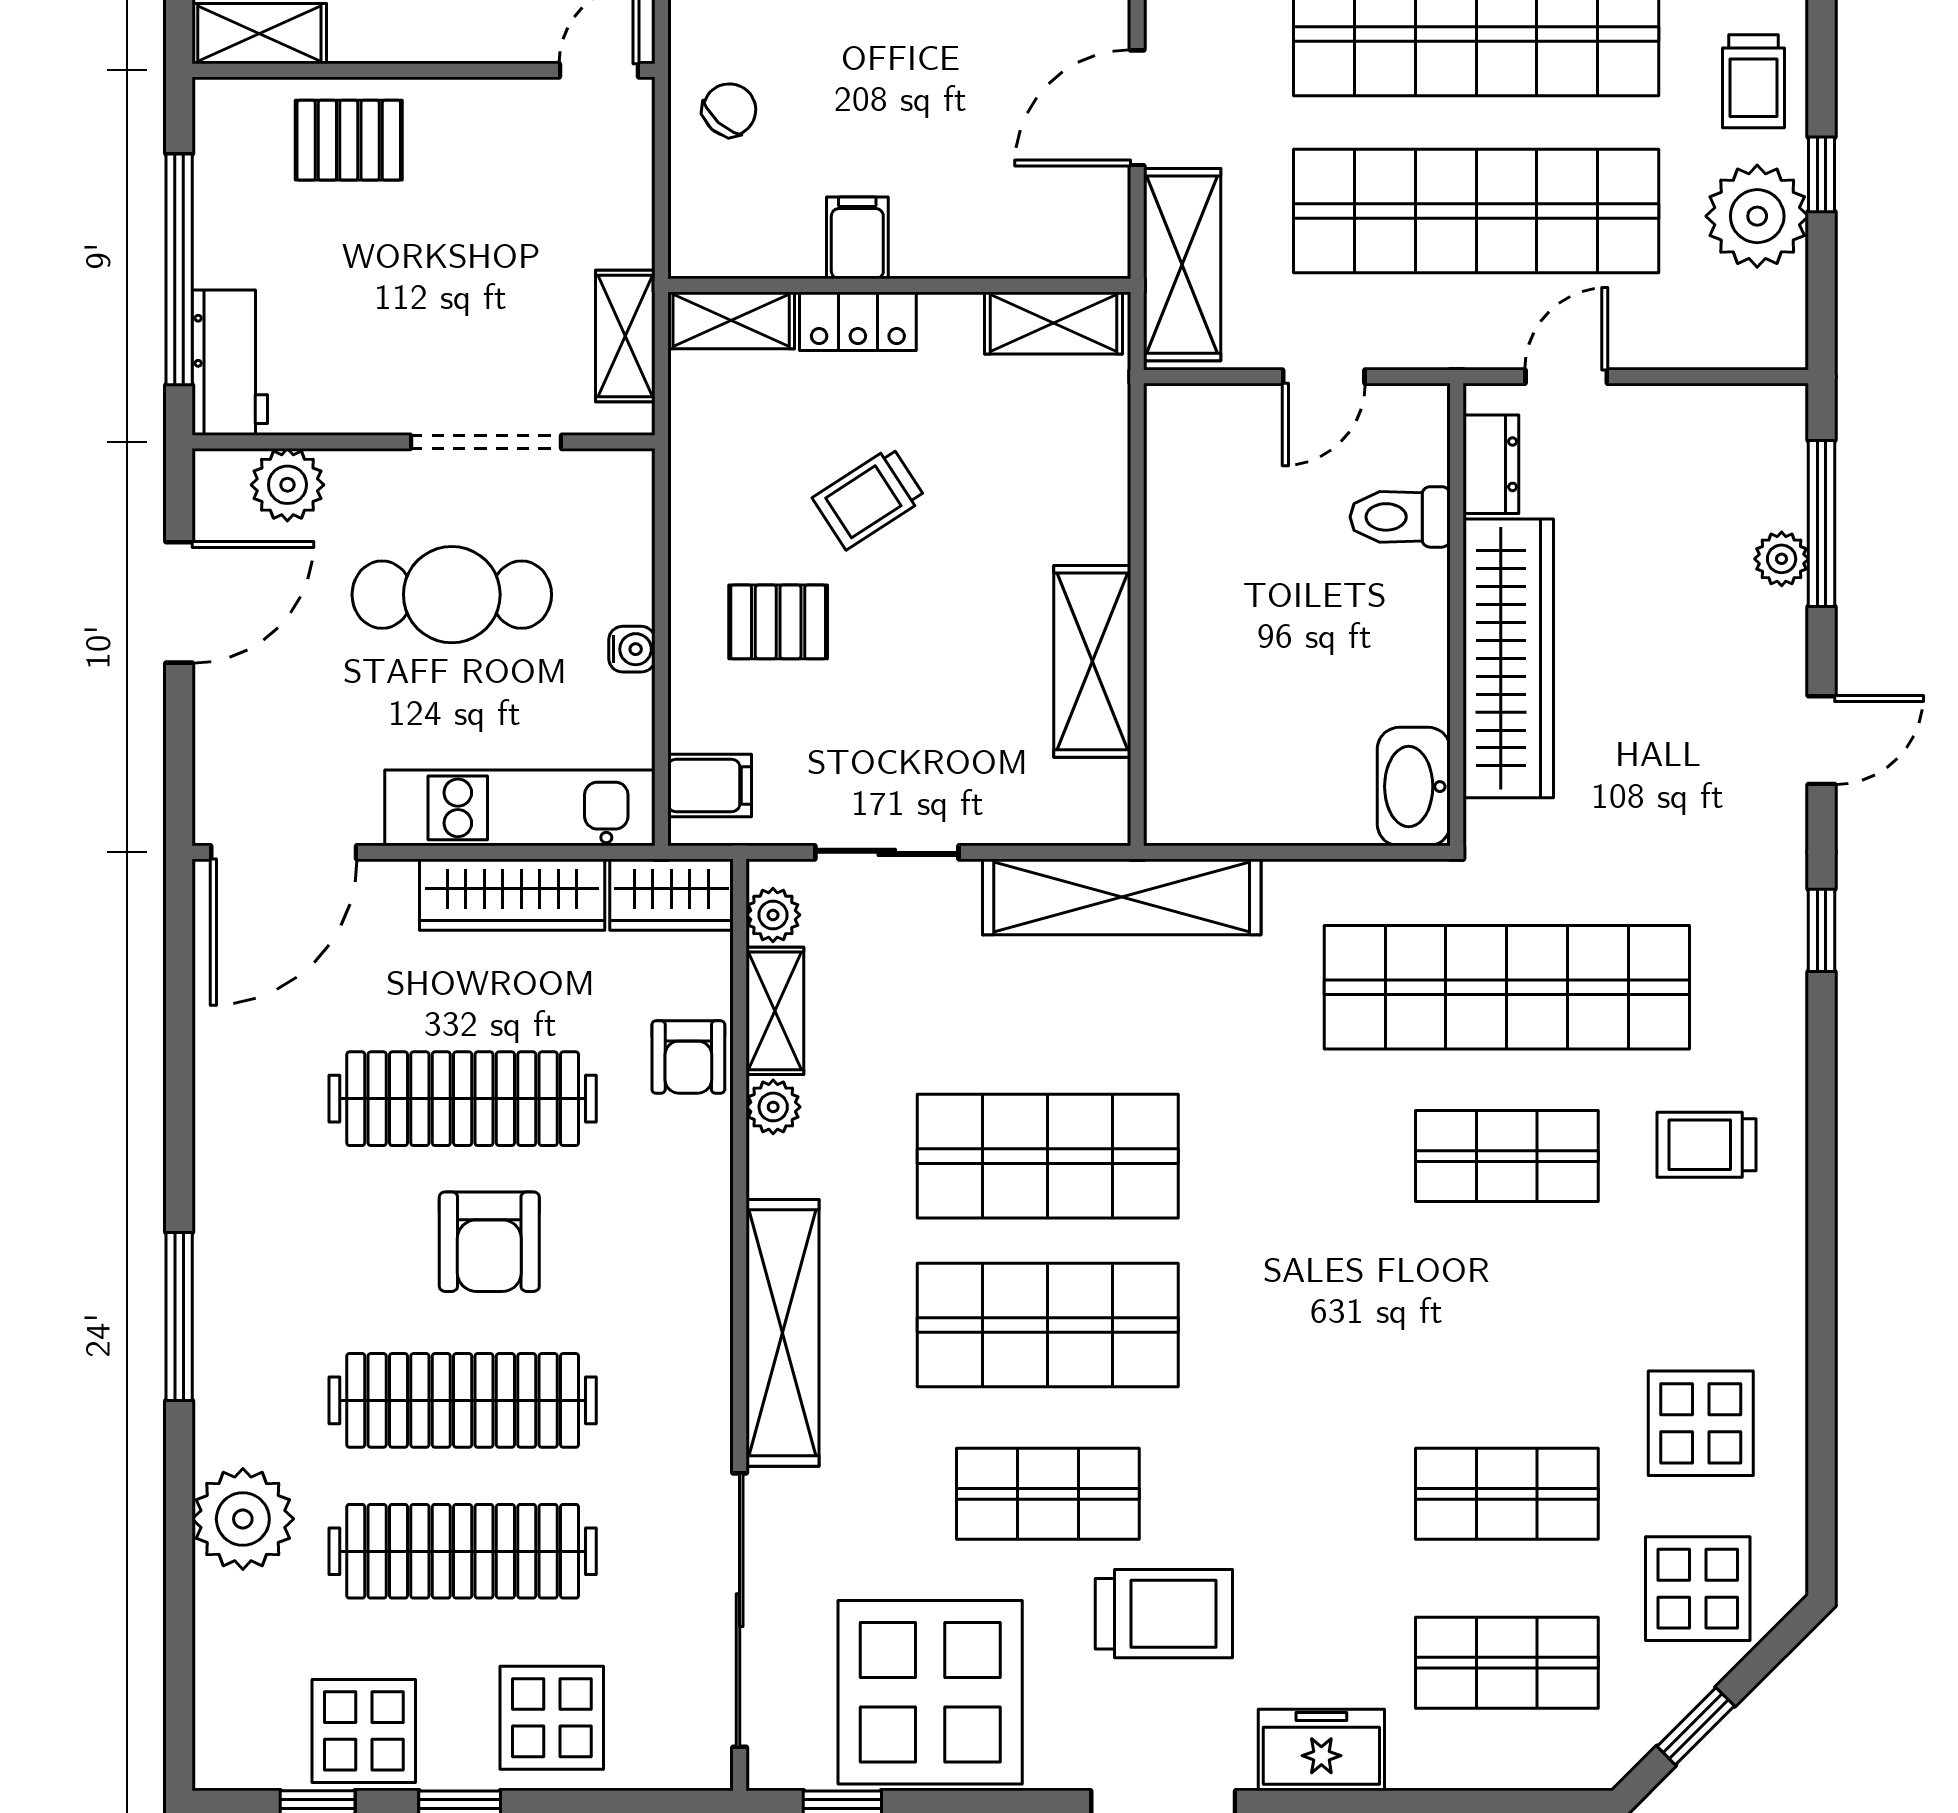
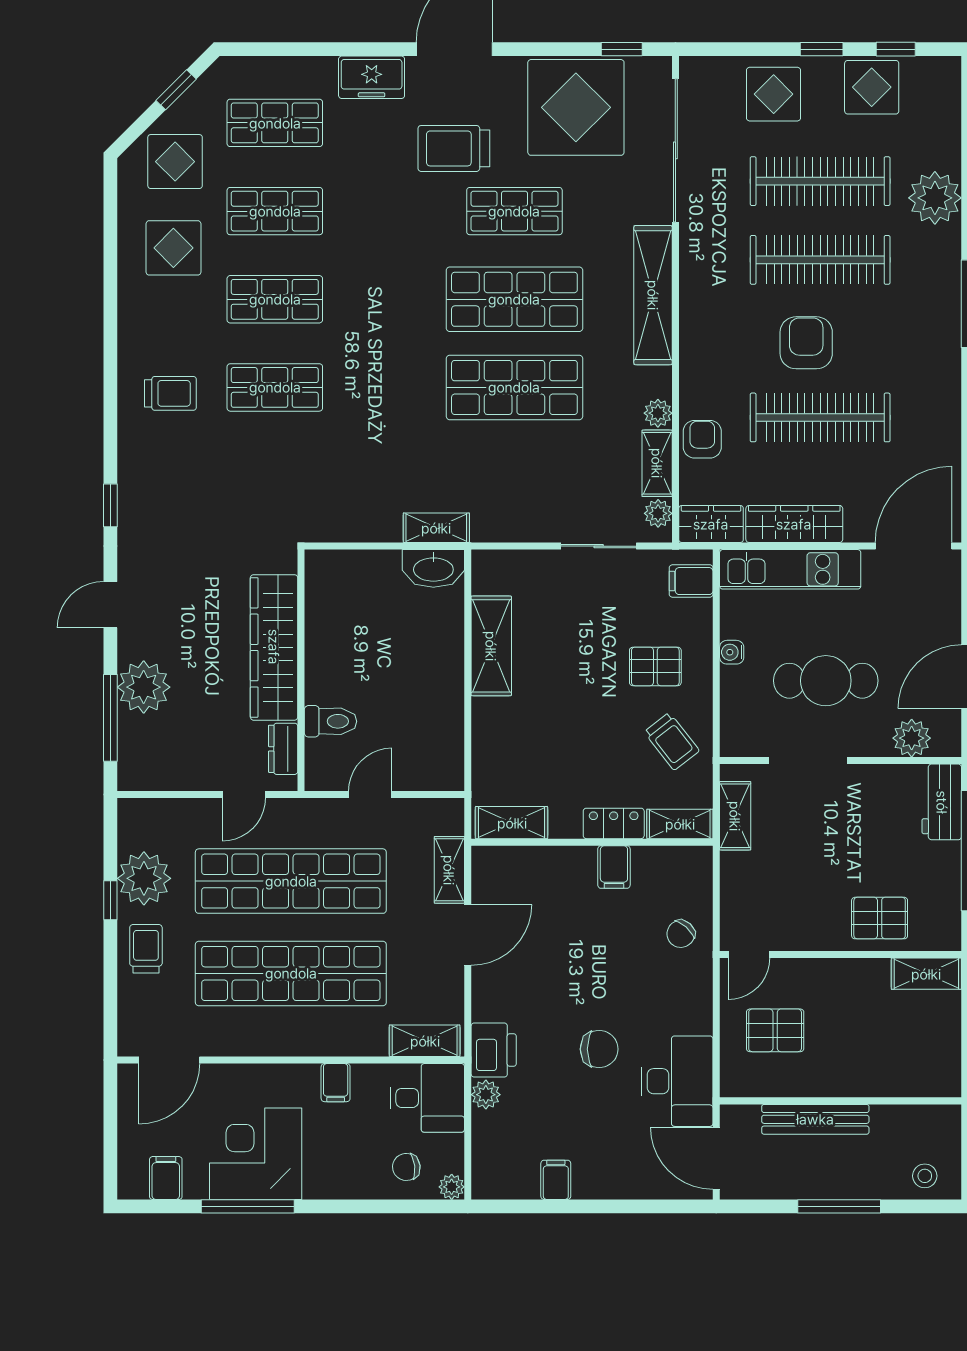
shelving: (1182, 265) -> (449, 870), width x0.67, depth x0.75
trolley: (869, 498) -> (672, 741), moved, turned 85
plant: (1782, 559) -> (144, 687), width x1.87, depth x1.87
washbasin: (1414, 787) -> (433, 568), moved, turned 90
shelving: (1122, 897) -> (436, 528), width x0.45, depth x0.75
shop shelf: (1507, 987) -> (275, 299), moved, width x0.50, depth x0.74

